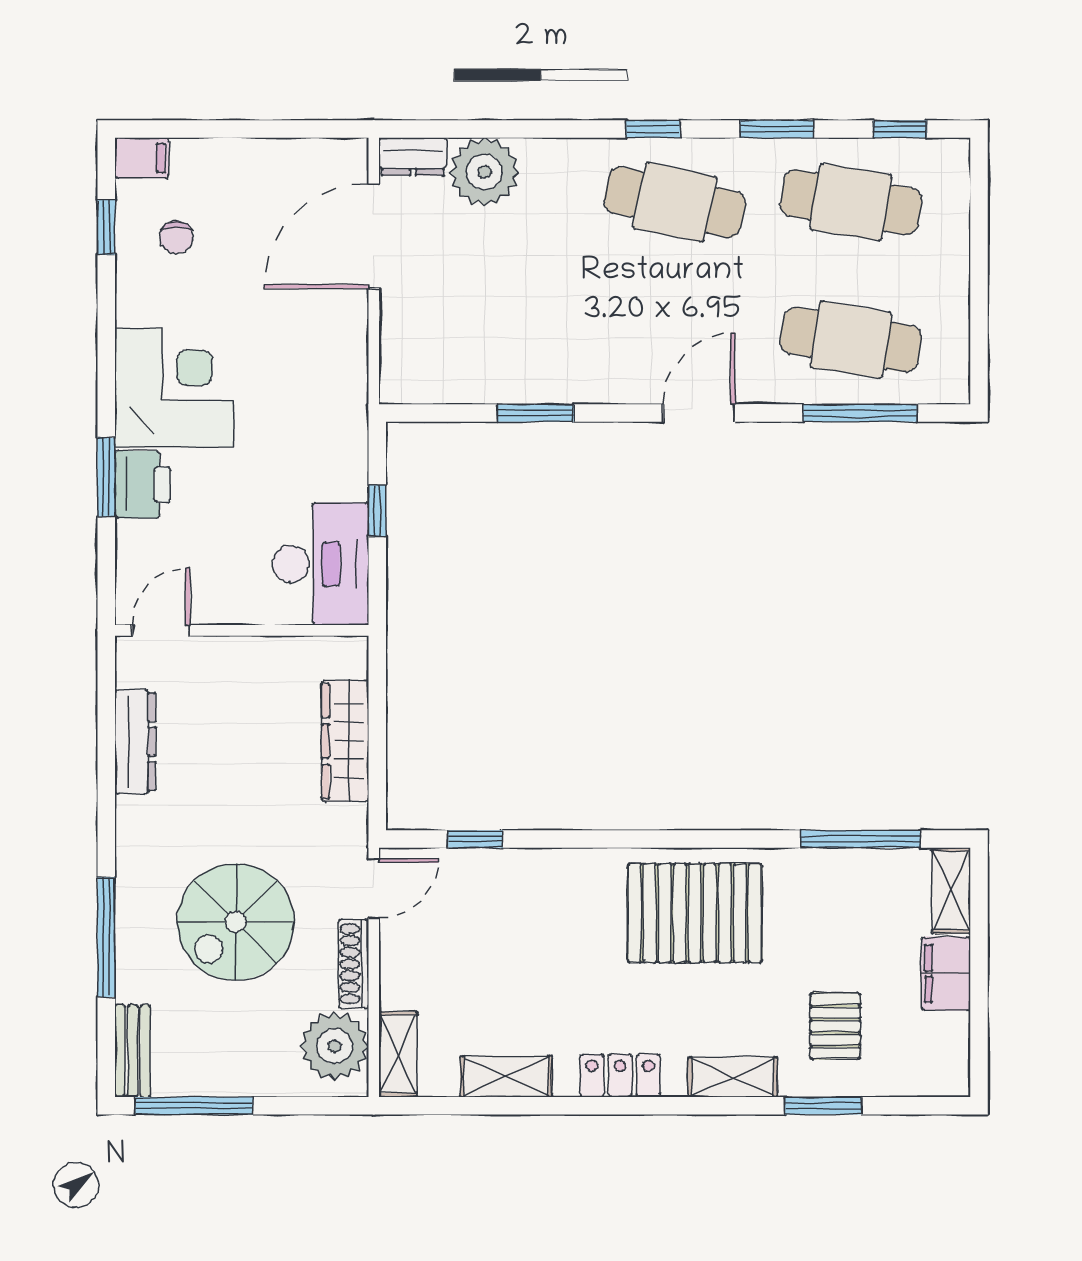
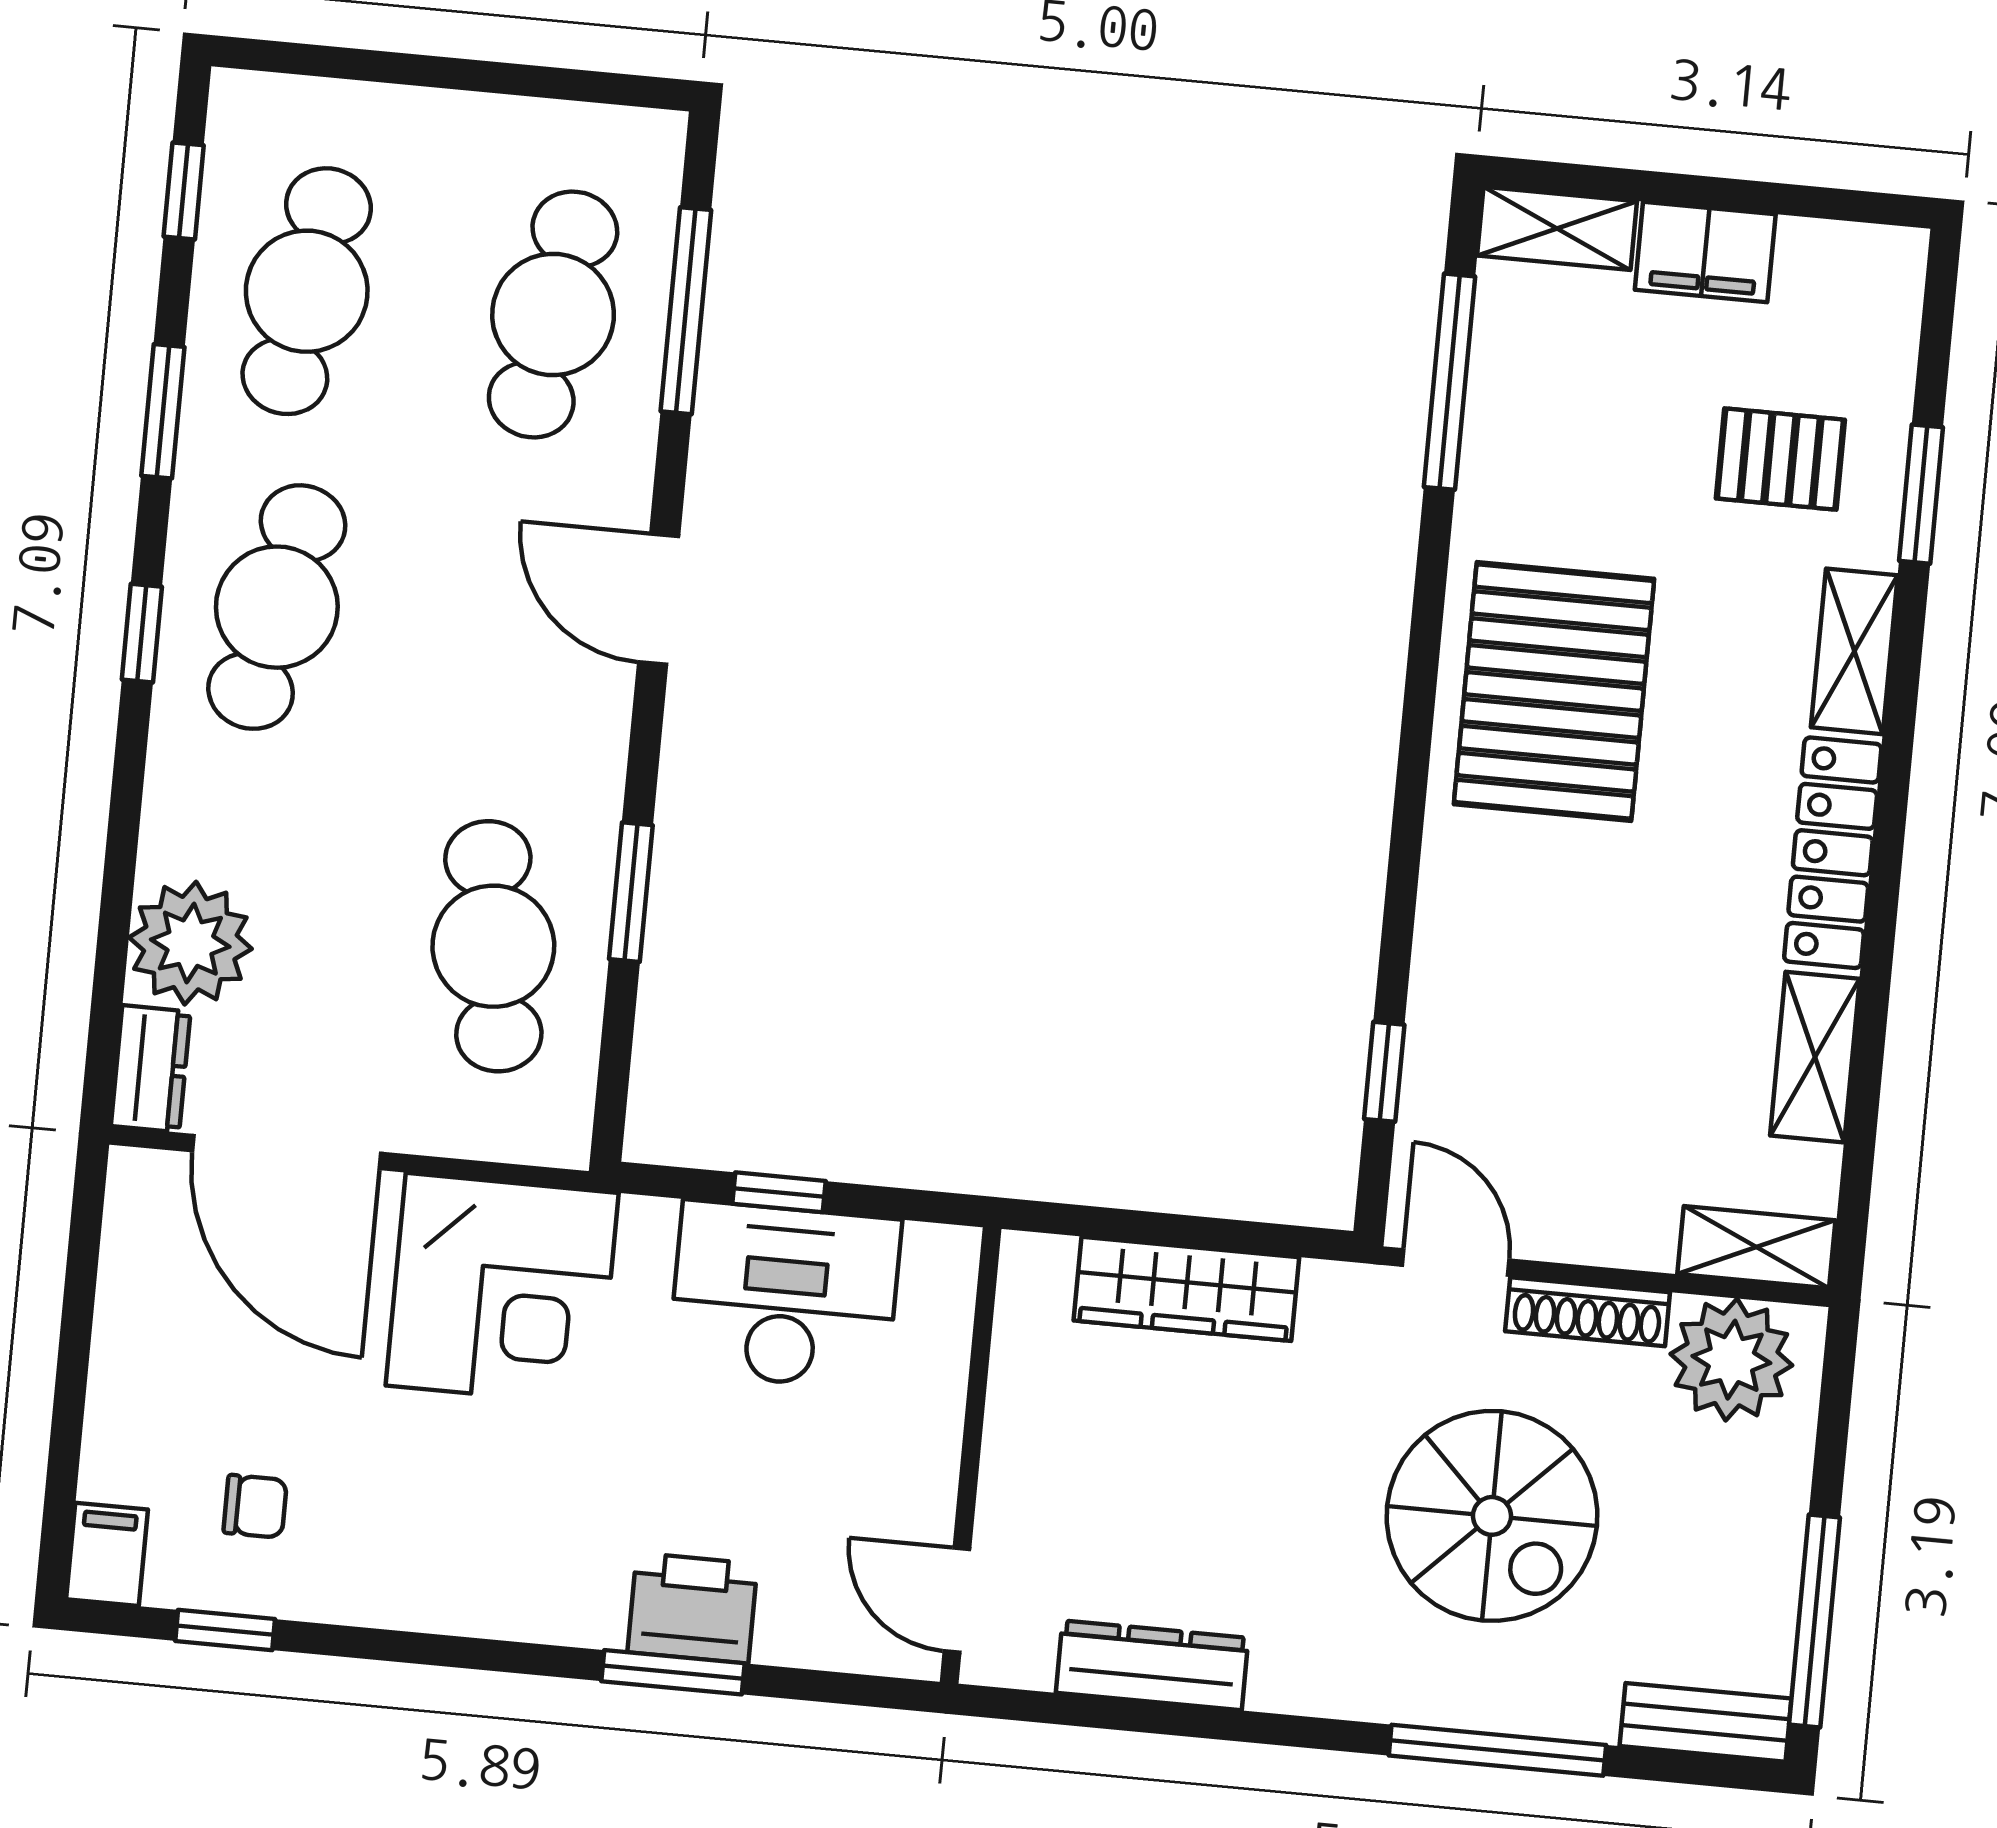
cafe table: (498, 340) -> (493, 946), added
corner desk: (174, 388) -> (502, 1289), moved, turned 180
desk: (320, 564) -> (785, 1295), moved
locker: (620, 1076) -> (1833, 853), width x1.53

